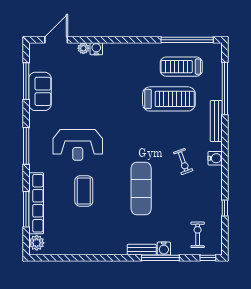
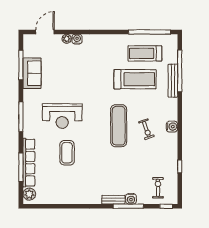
bench: (216, 121) -> (173, 81), moved
exercise mat: (141, 189) -> (119, 126), moved

